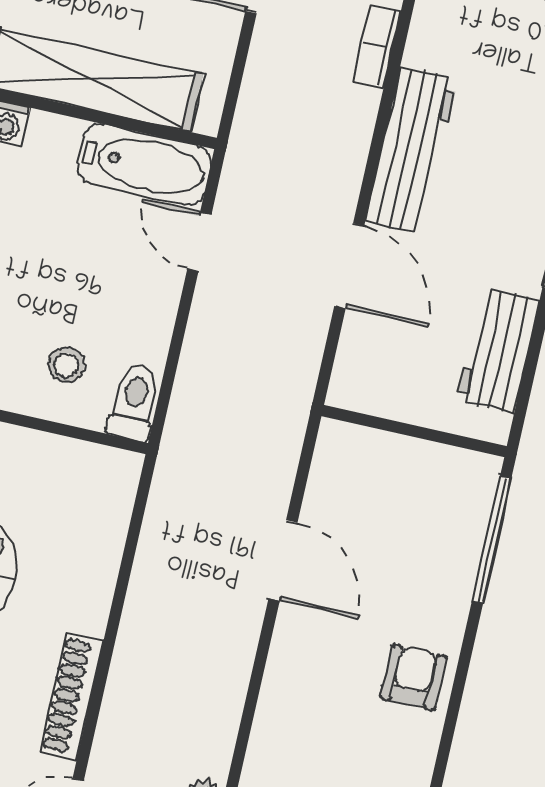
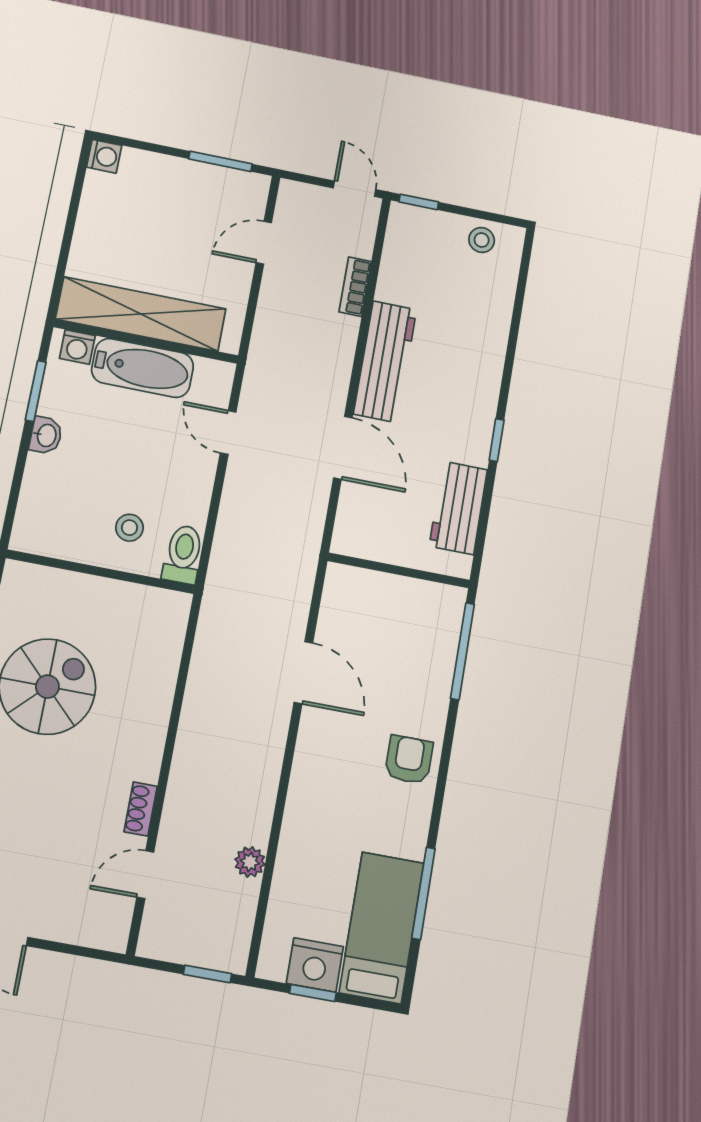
bathtub: (144, 165) -> (143, 368), moved
shoe rack: (72, 696) -> (141, 809), width x0.51, depth x0.81

